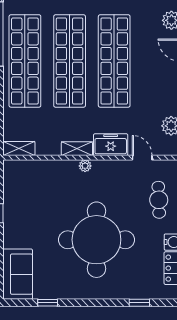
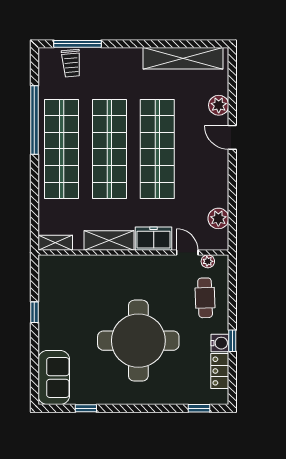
shelving: (77, 149) -> (109, 241), width x1.50, depth x1.33
plant: (85, 166) -> (208, 261), moved
window: (139, 303) -> (199, 408), moved

